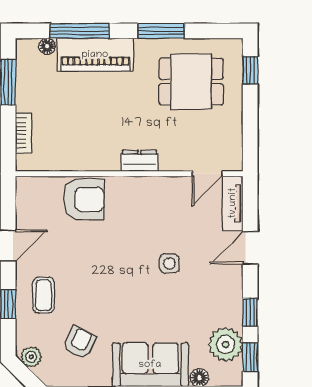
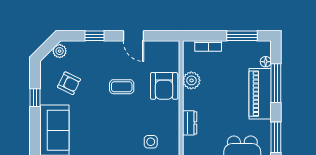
plant: (75, 158) -> (191, 80), added
side table: (169, 264) -> (151, 142), moved
coffee table: (44, 295) -> (122, 87), moved

